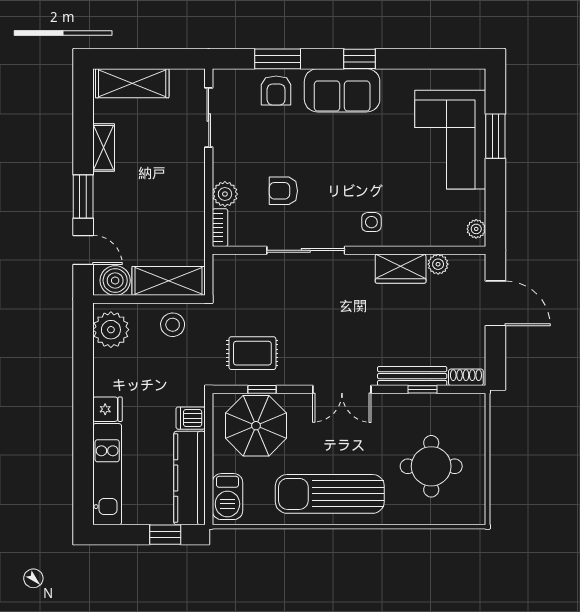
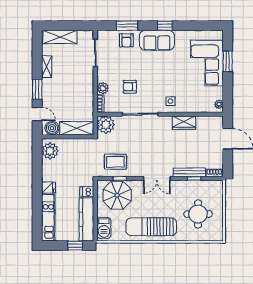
plant: (438, 264) -> (106, 125), moved, width x1.88, depth x1.88
stool: (173, 325) -> (79, 149), removed

